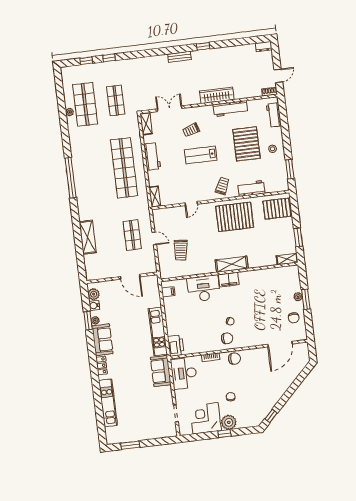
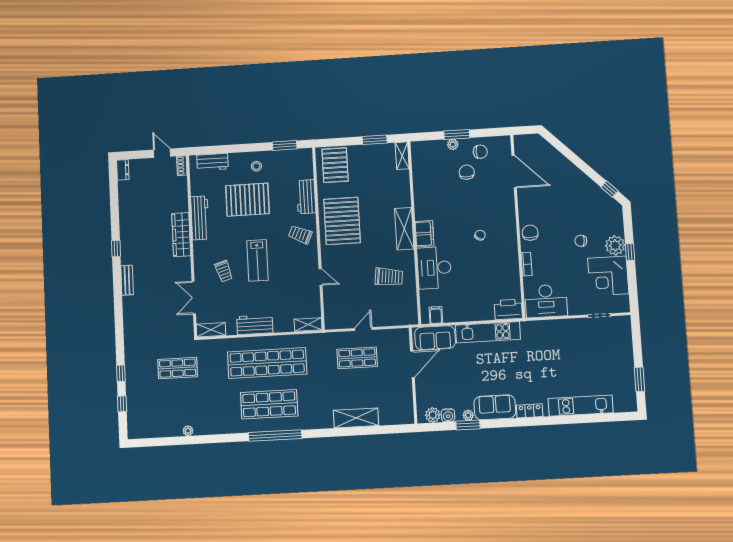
shop shelf: (85, 104) -> (269, 404), moved
trolley: (181, 250) -> (389, 277), moved
chair: (227, 338) -> (467, 172), moved
sofa: (161, 371) -> (435, 338), moved

